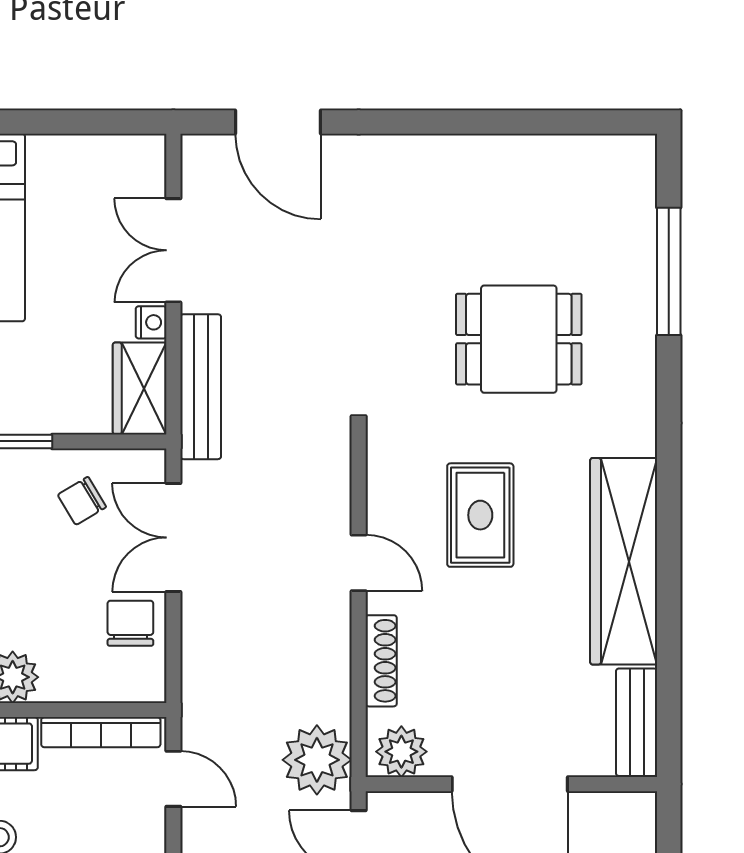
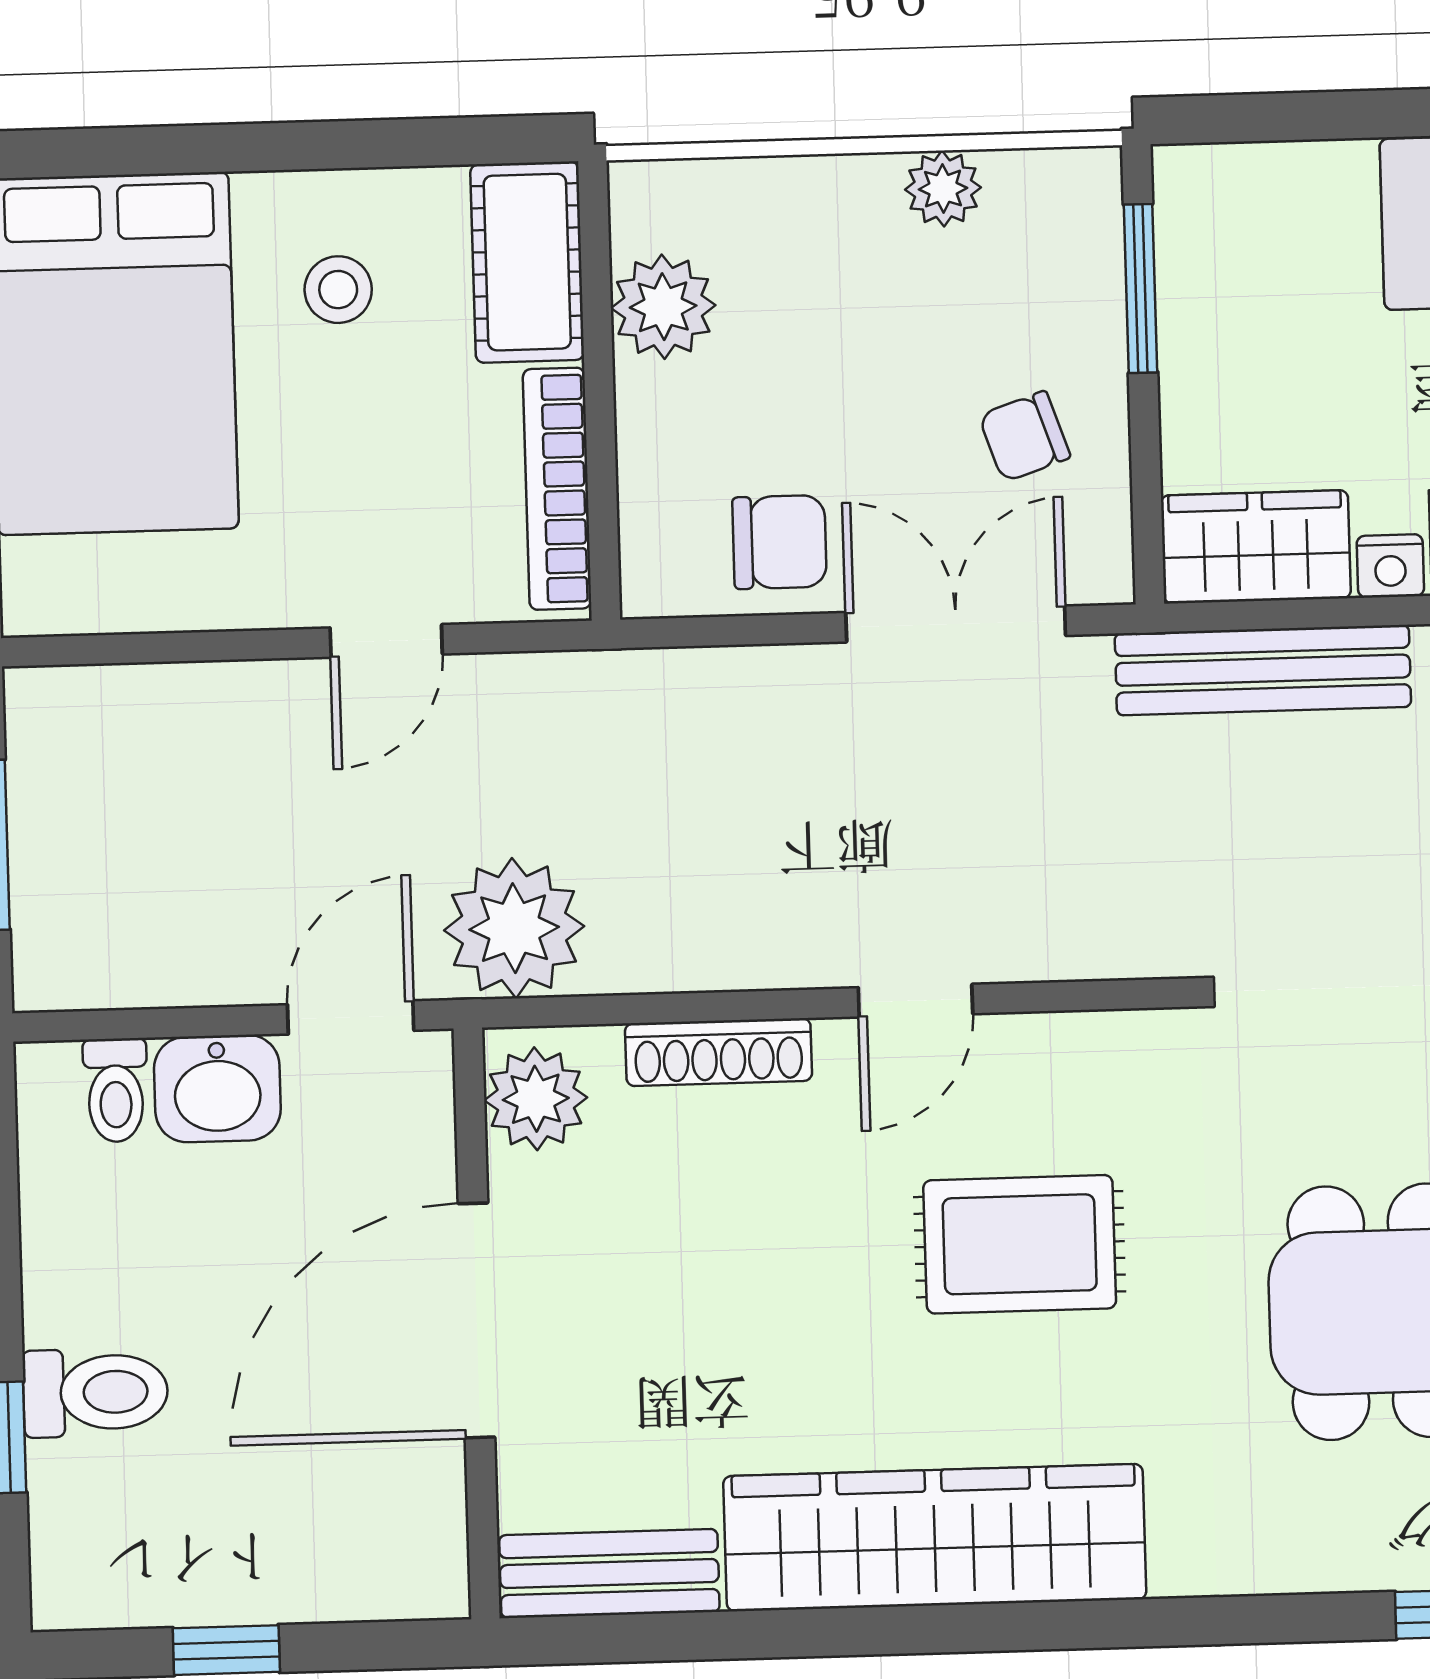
chair: (82, 501) -> (1025, 436), turned -78
door: (173, 779) -> (386, 641), moved

